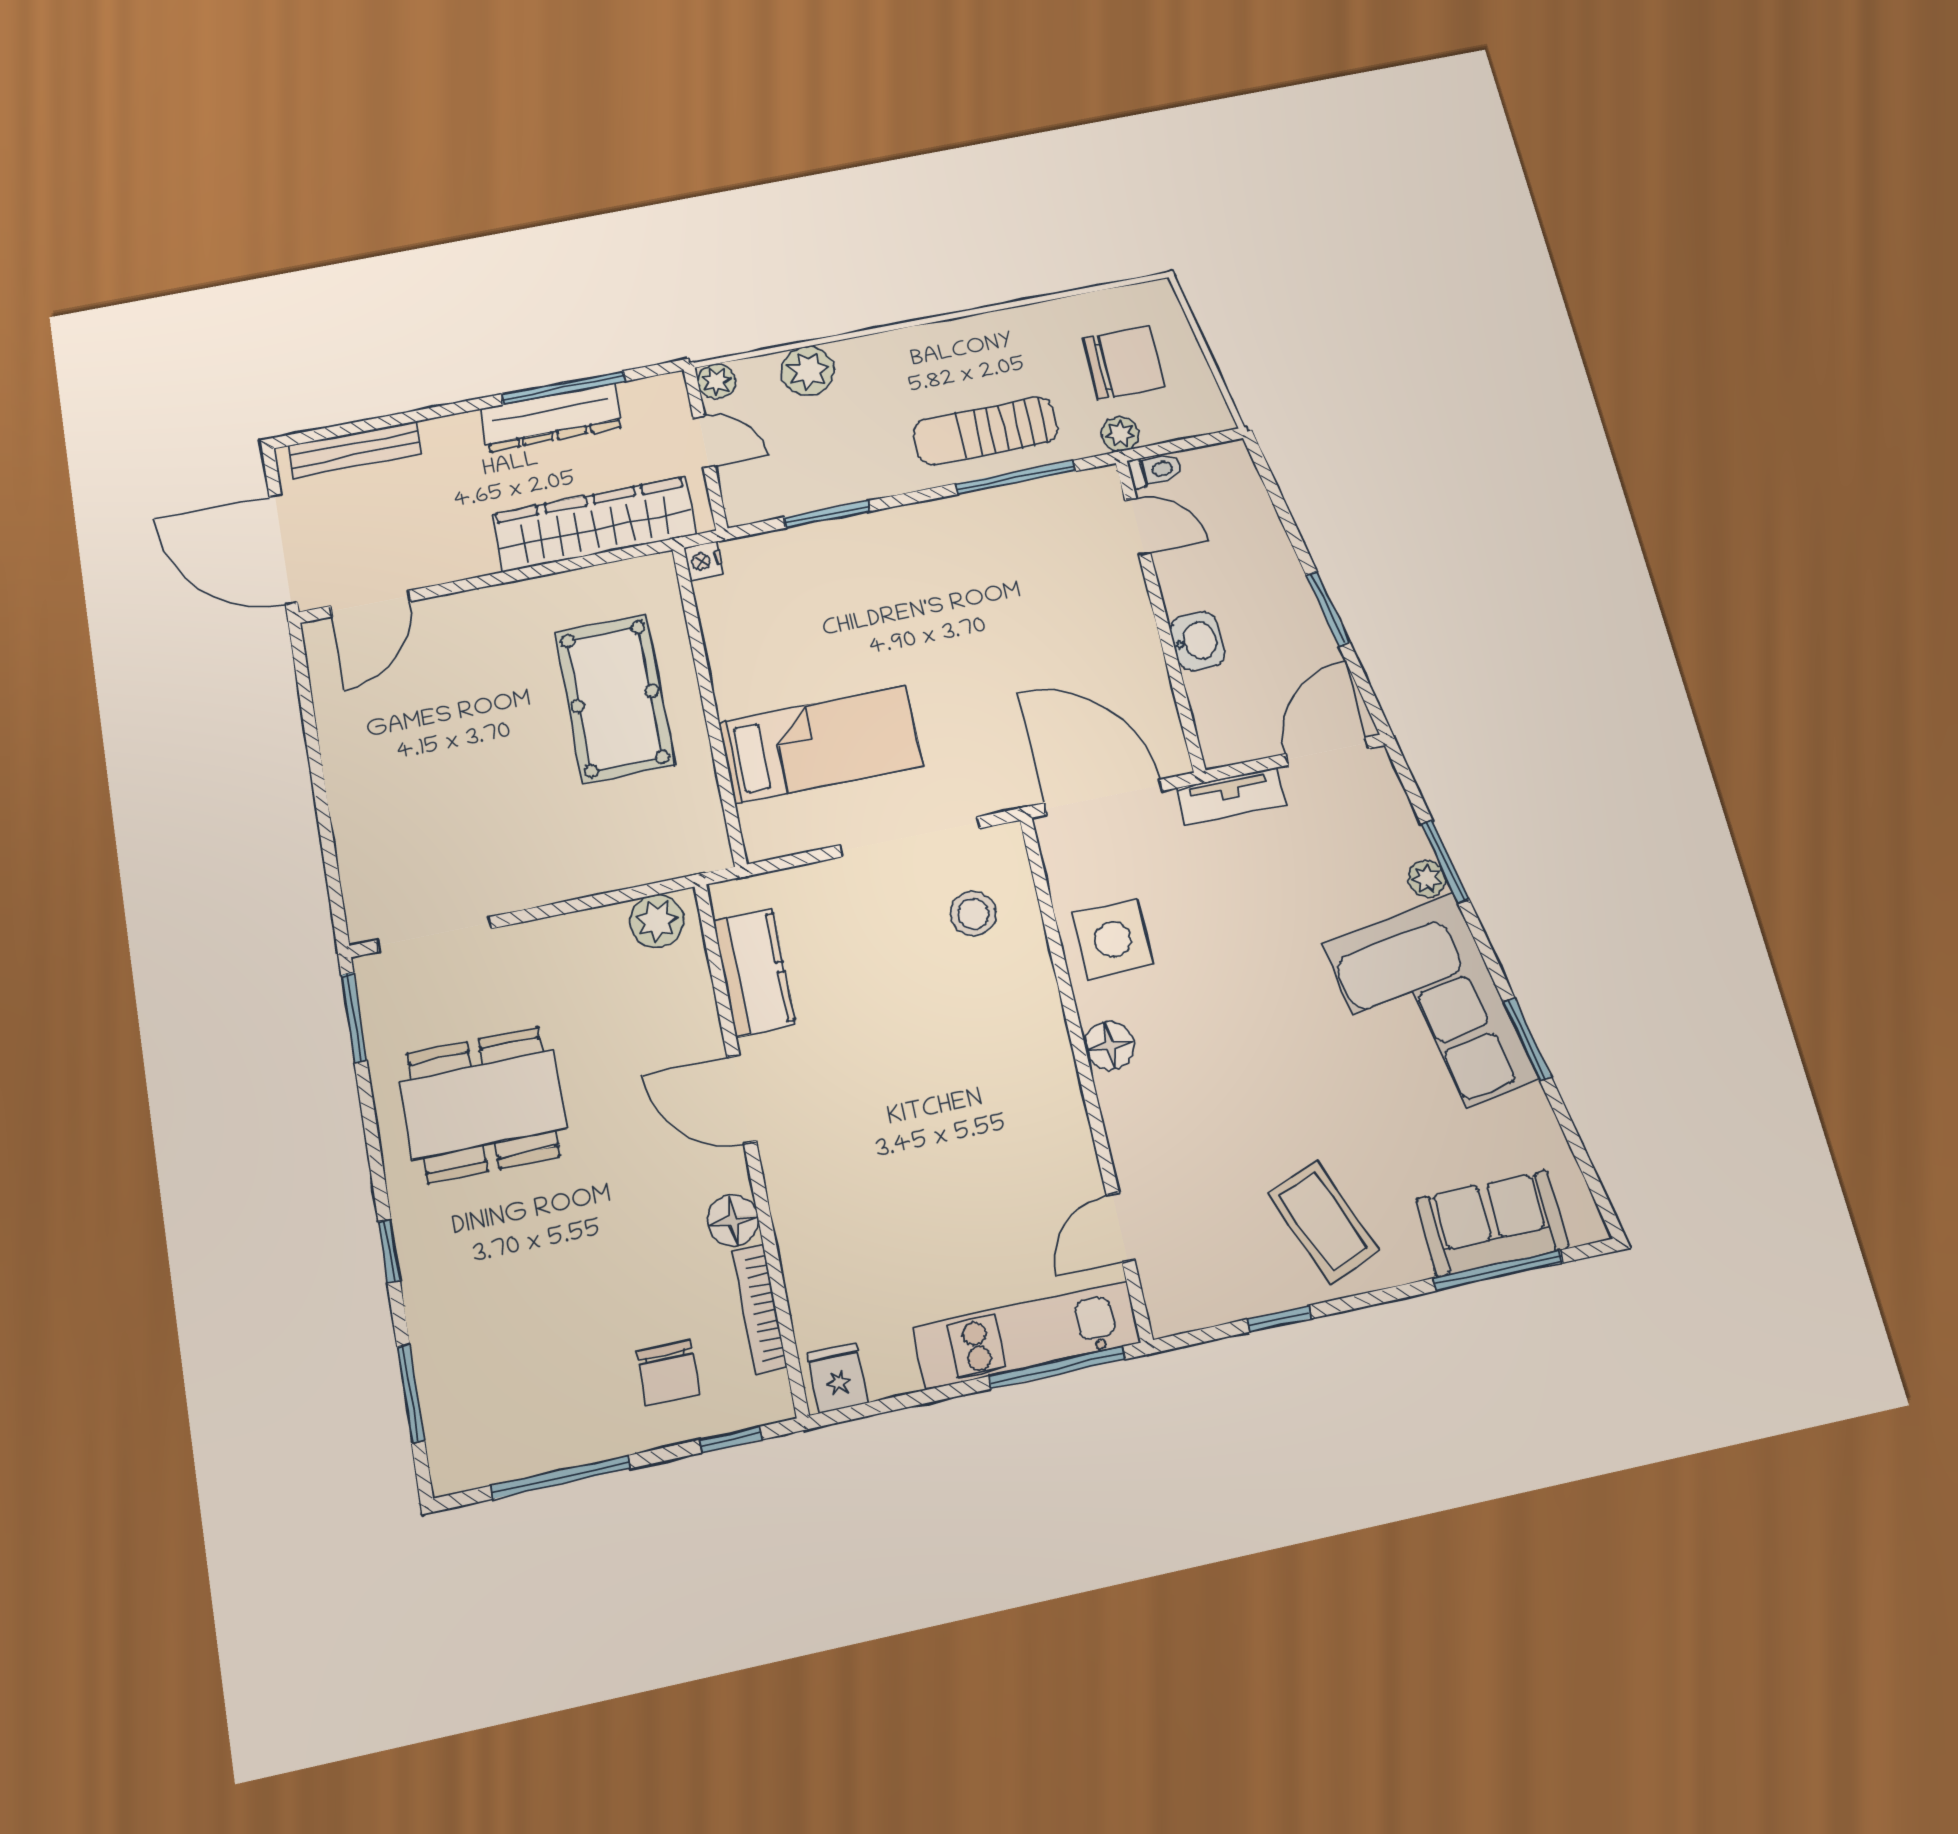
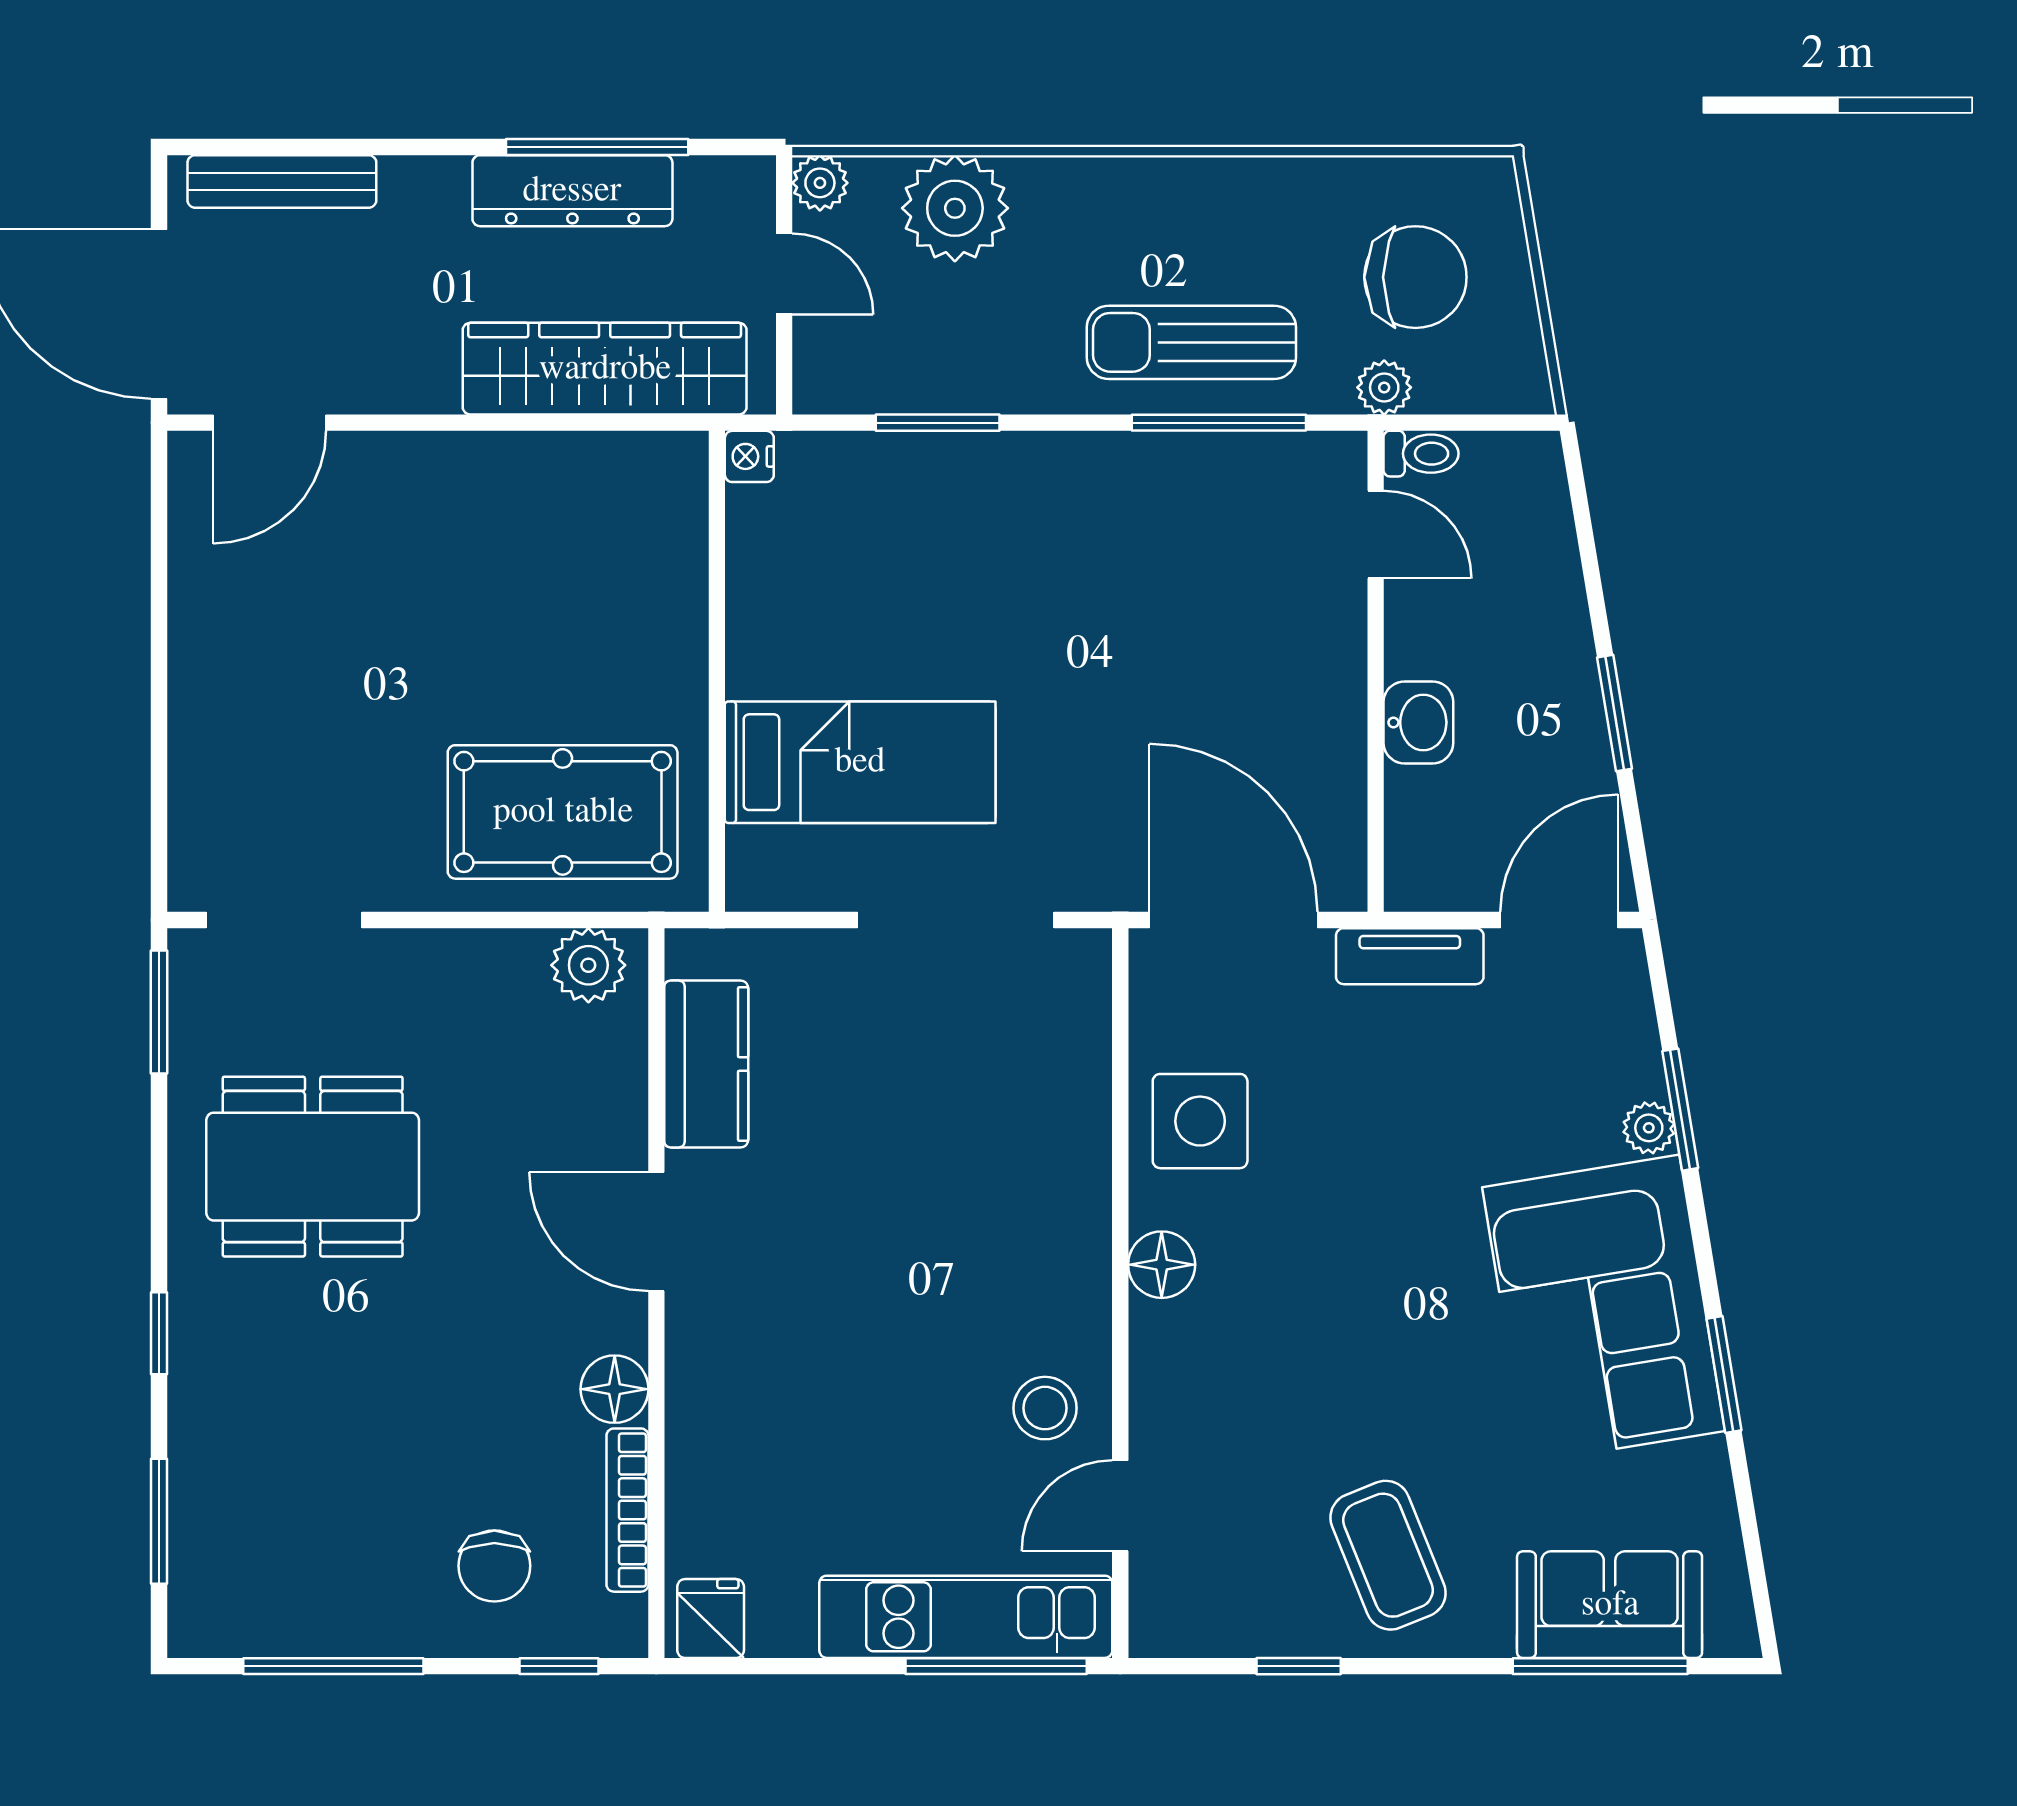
plant: (808, 371) -> (955, 208), width x1.36, depth x1.36
pool table: (615, 699) -> (563, 812), moved, turned 90
stool: (973, 914) -> (1045, 1408), moved

